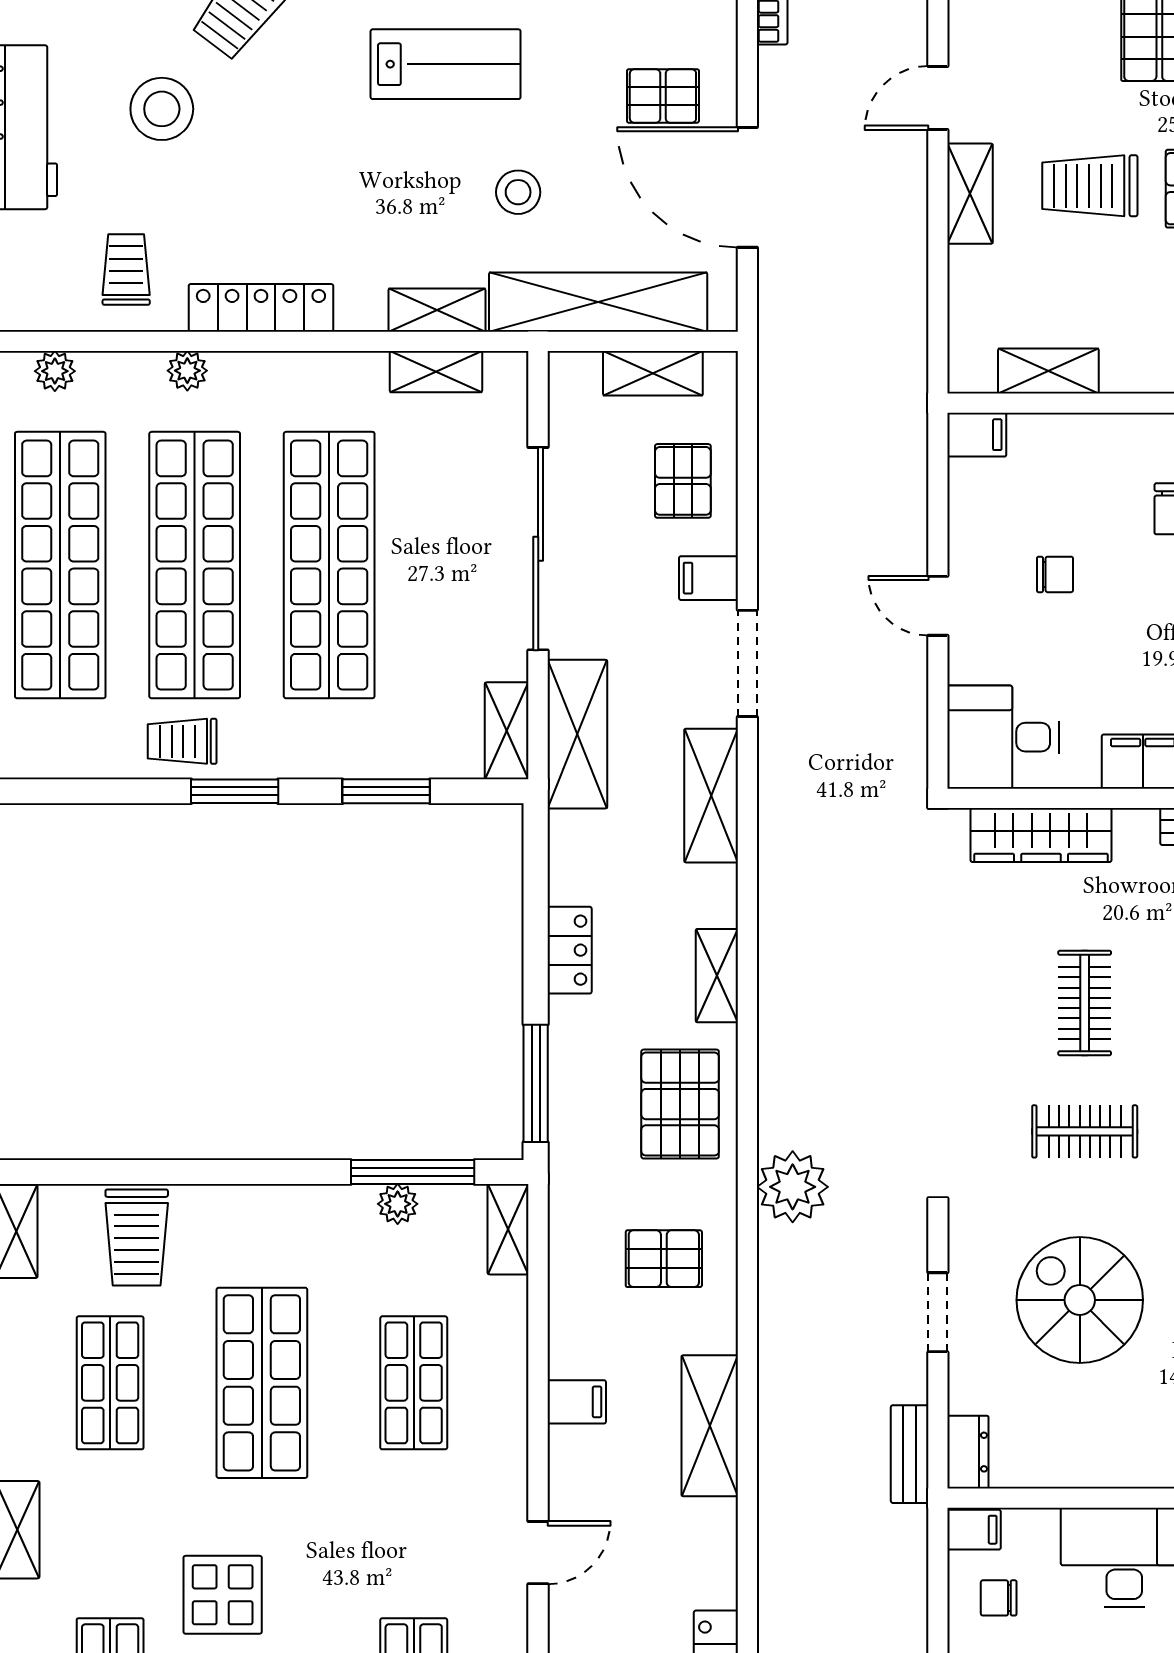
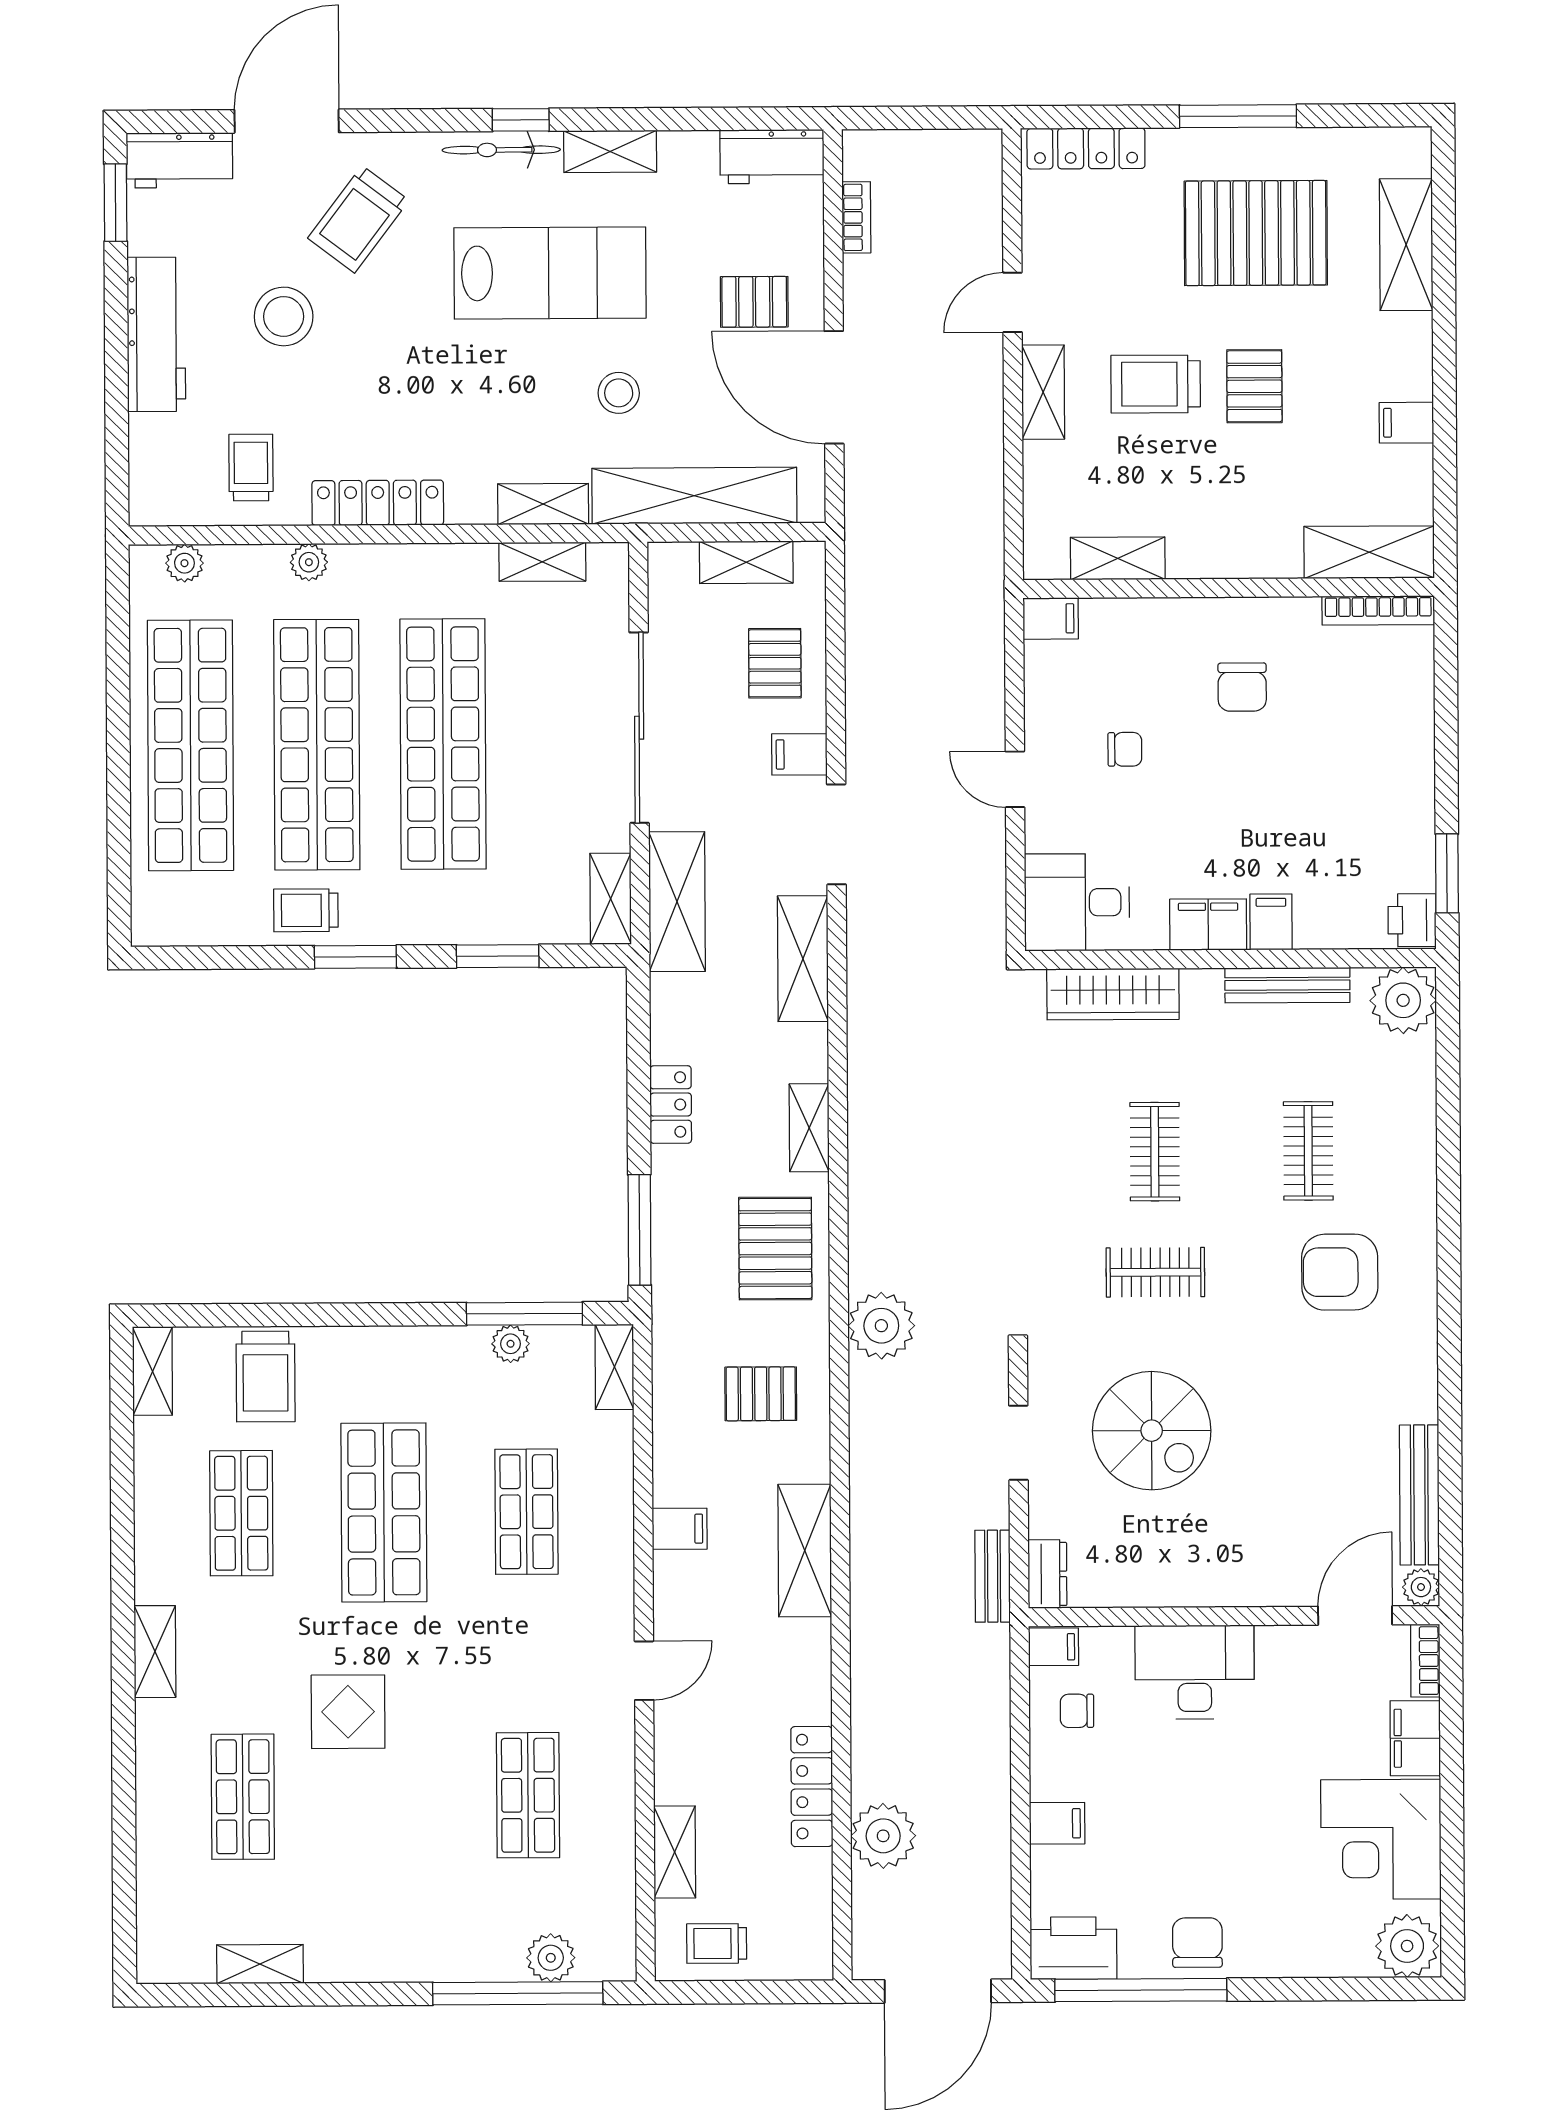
lab bench: (446, 64) -> (550, 273), width x1.36, depth x1.39
spiral stairs: (1080, 1300) -> (1152, 1431), turned 180

